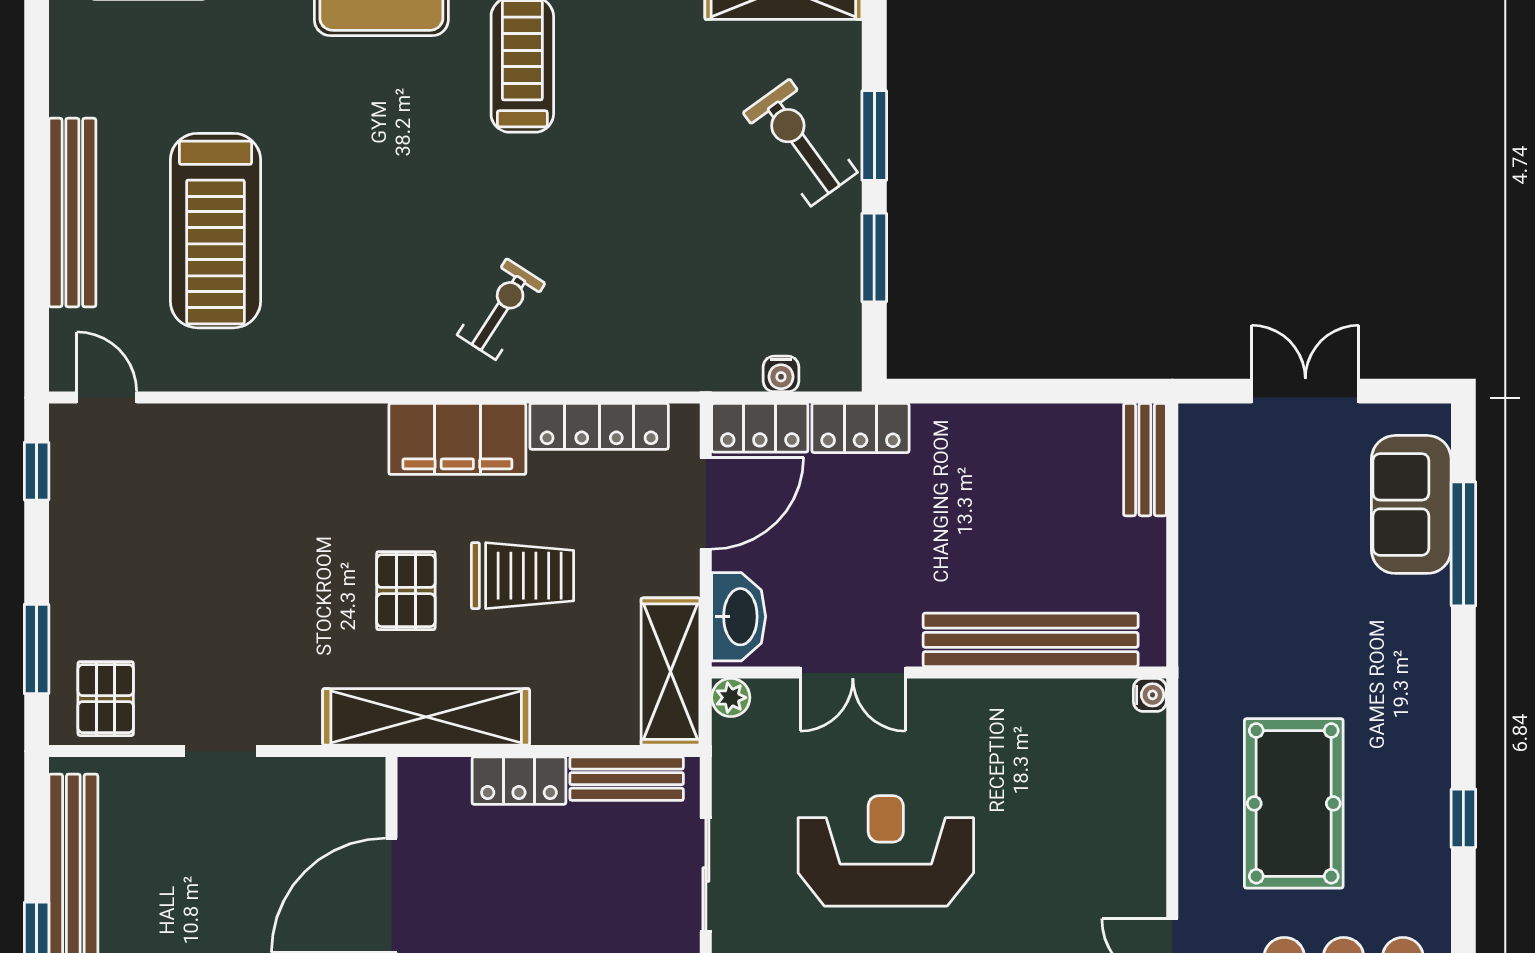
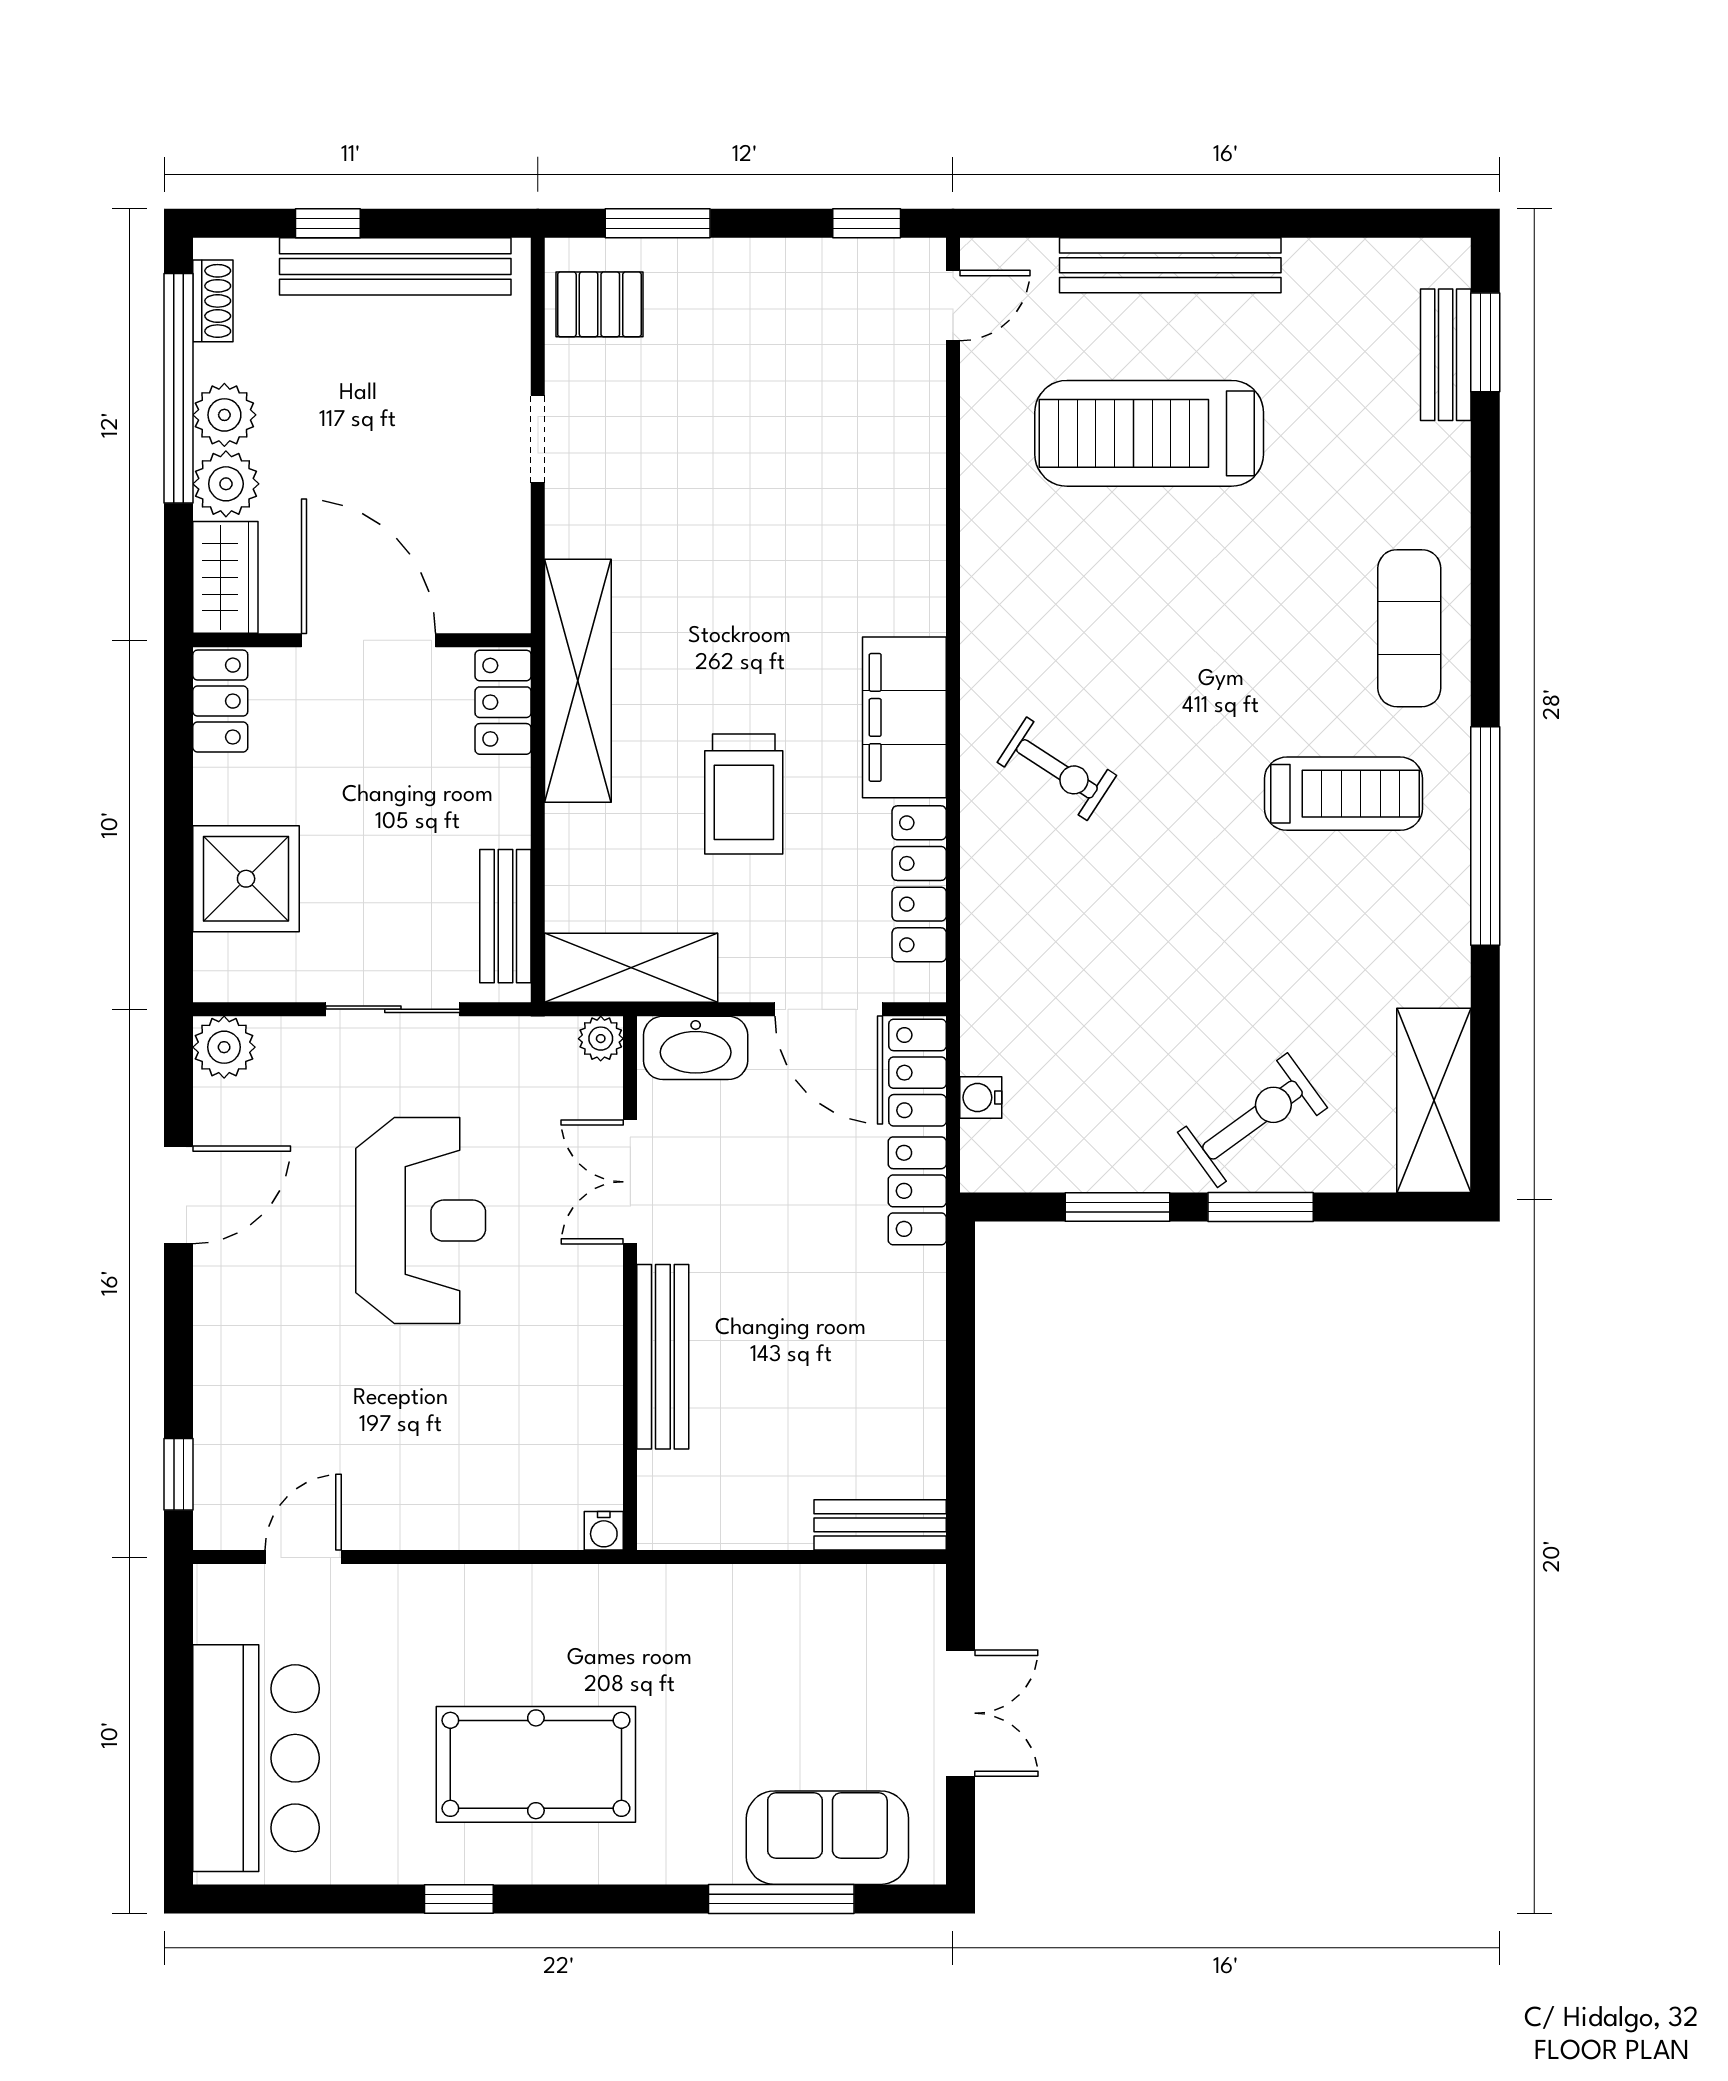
pallet: (406, 591) -> (726, 657), removed
bench: (1031, 640) -> (663, 1357), width x0.73, depth x0.82
locker: (519, 781) -> (503, 702), moved
pool table: (1294, 803) -> (536, 1764), moved

